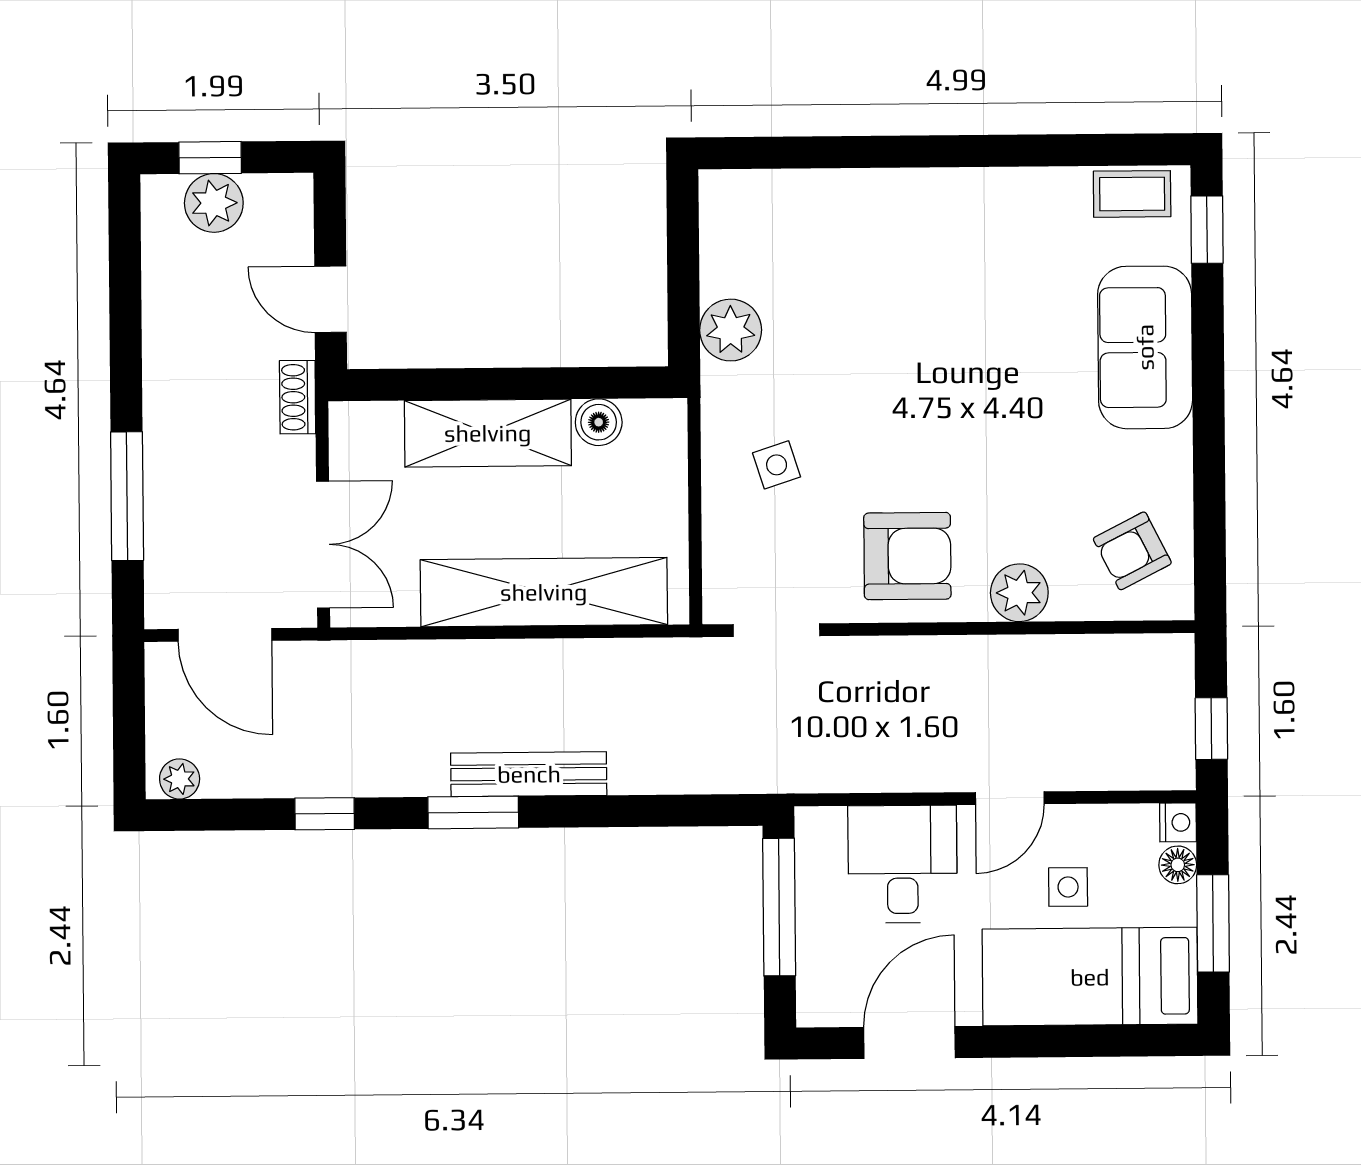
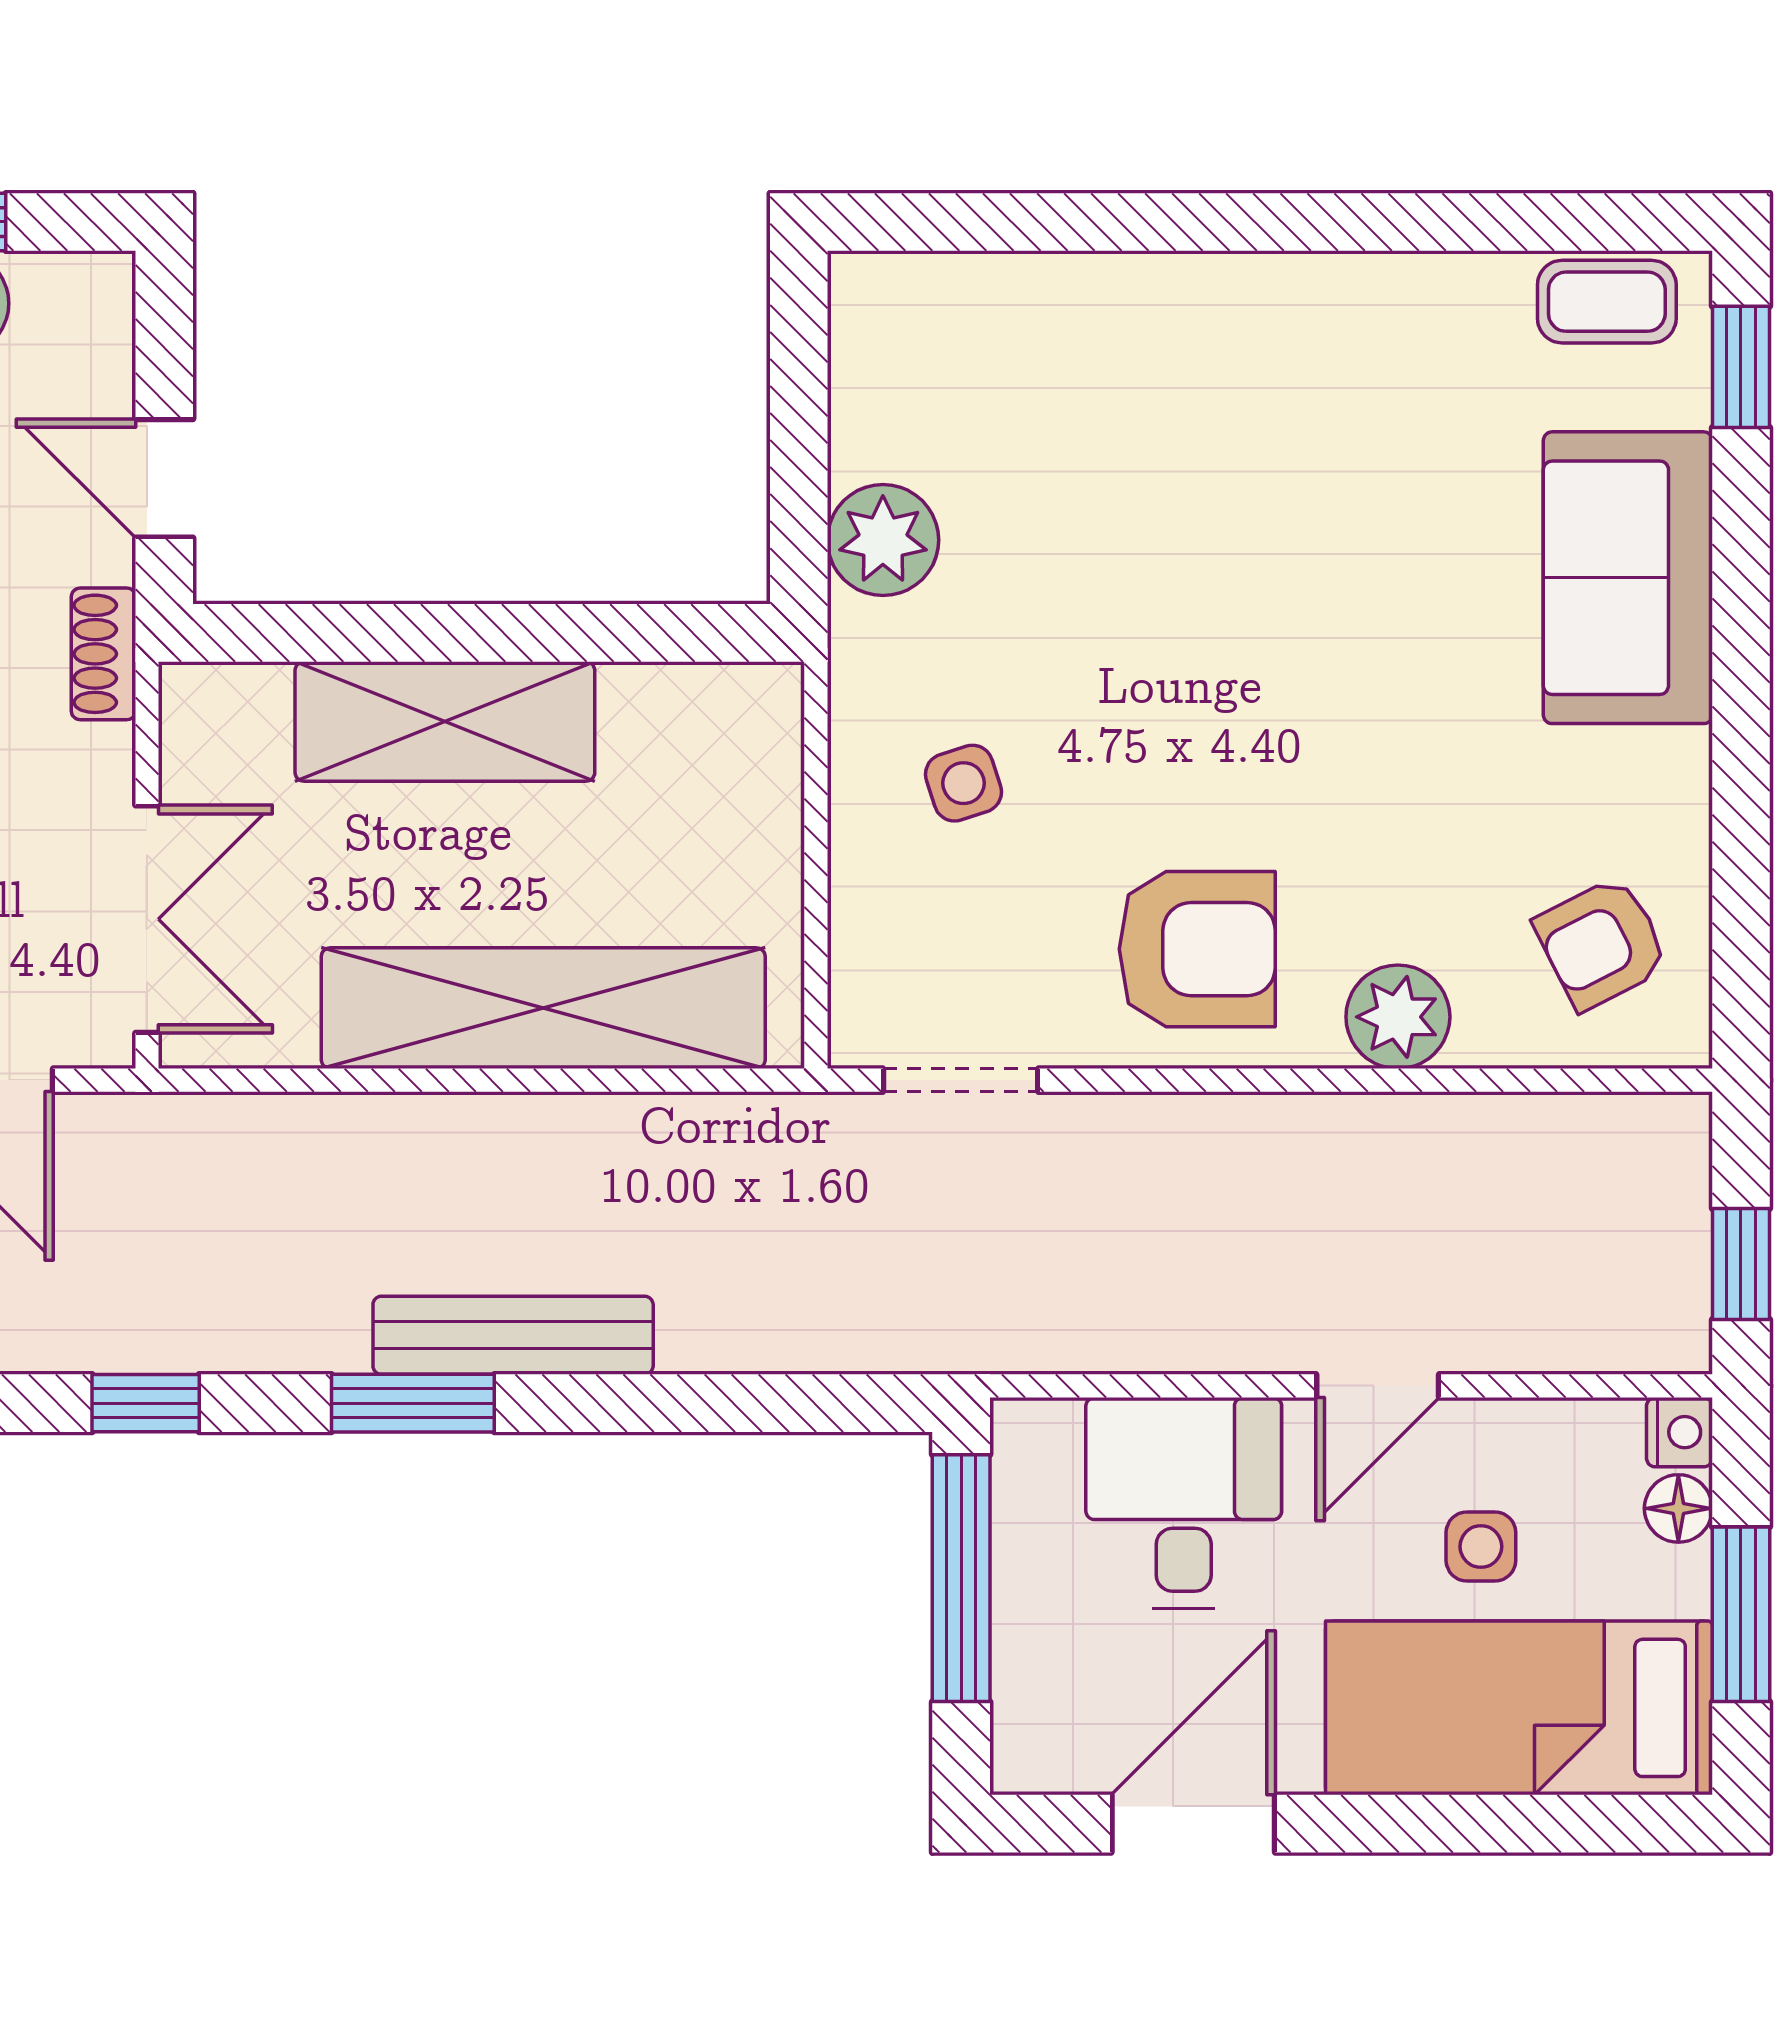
boiler: (599, 422) -> (644, 704), removed

